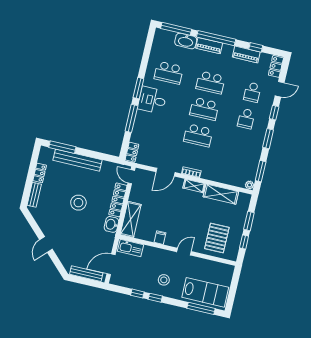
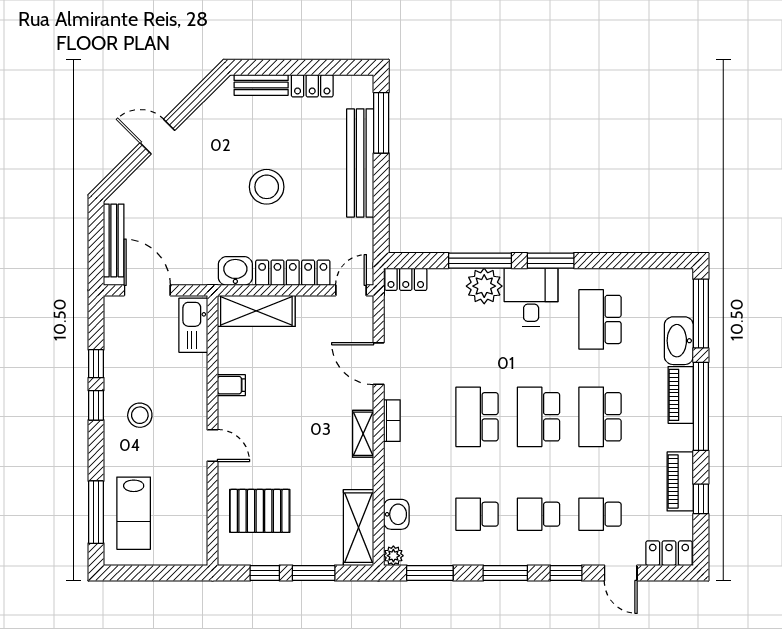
plant: (143, 119) -> (484, 286), added
school desk: (240, 145) -> (477, 514), added
washbasin: (232, 180) -> (396, 514), added
shelving: (221, 194) -> (358, 528), moved
lab bench: (205, 292) -> (134, 513), width x0.73, depth x0.72

